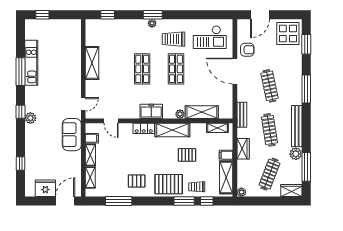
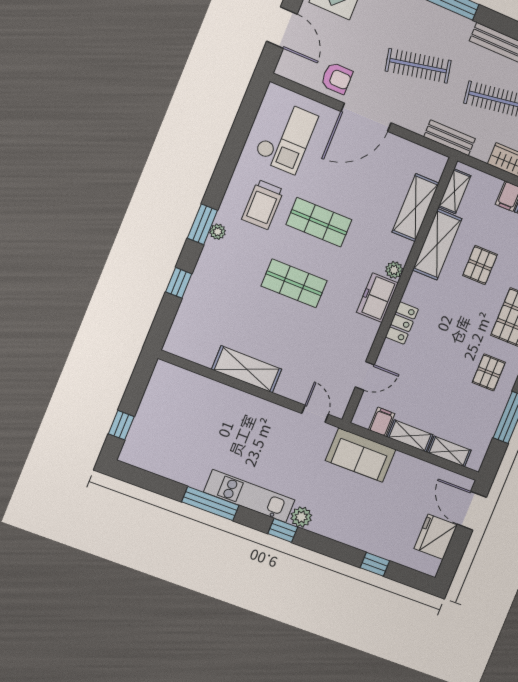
window: (108, 15) -> (179, 283), moved
armchair: (247, 50) -> (337, 78), turned 90
kitchen unit: (31, 63) -> (249, 496), moved
plant: (180, 114) -> (394, 270), moved
shelving: (172, 130) -> (437, 244), moved

